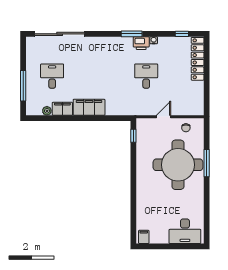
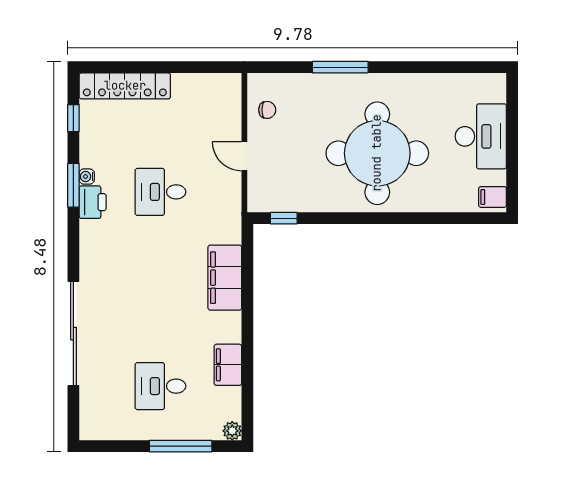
sliding door: (60, 34) -> (73, 334), moved
window: (132, 34) -> (73, 185), moved
filing cabinet: (89, 107) -> (225, 278), moved
plant: (47, 111) -> (232, 431), moved
round table: (178, 165) -> (377, 153), moved
desk: (185, 231) -> (481, 136), moved

